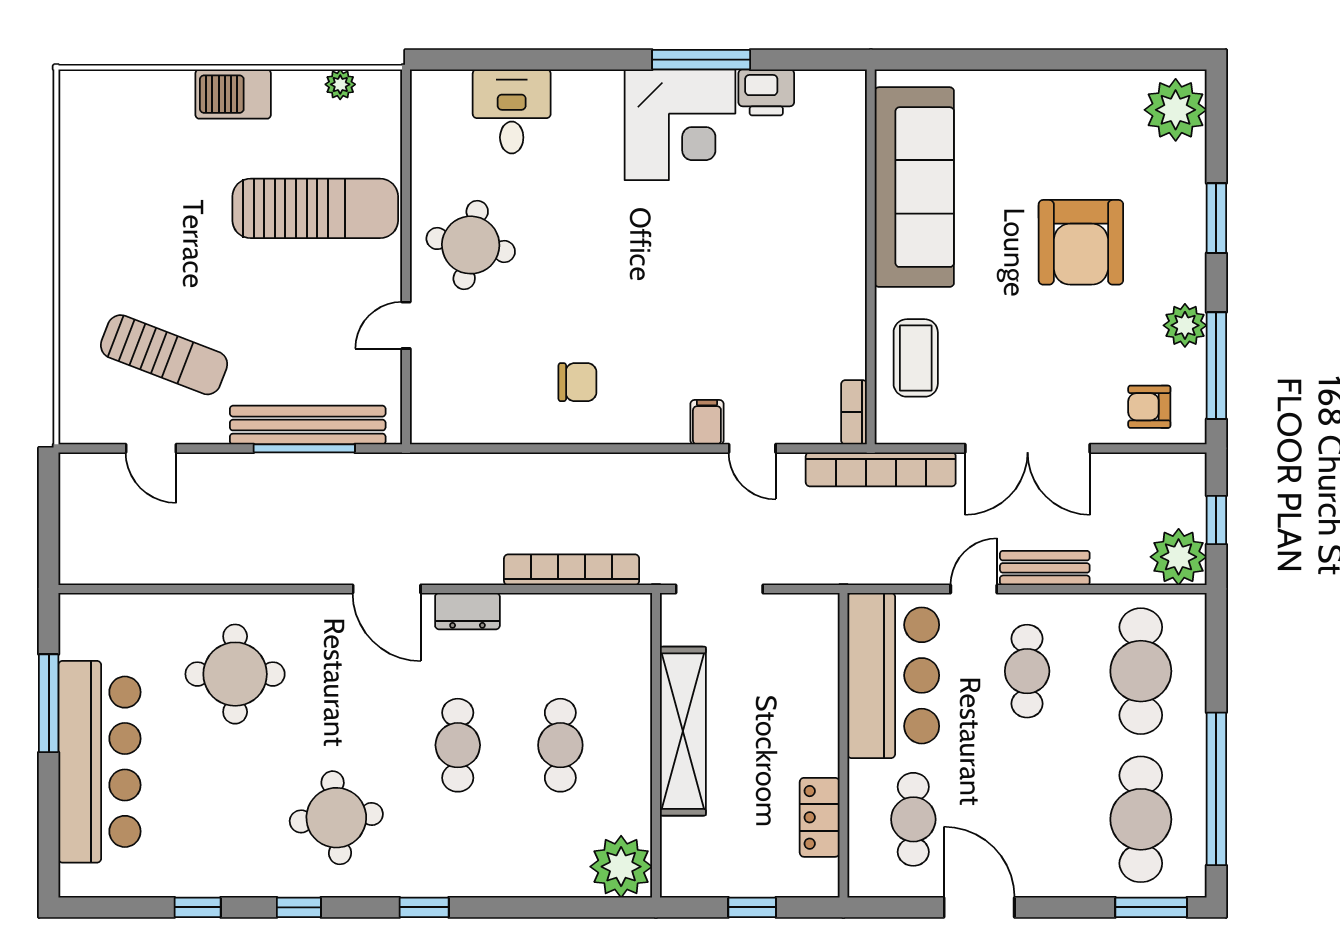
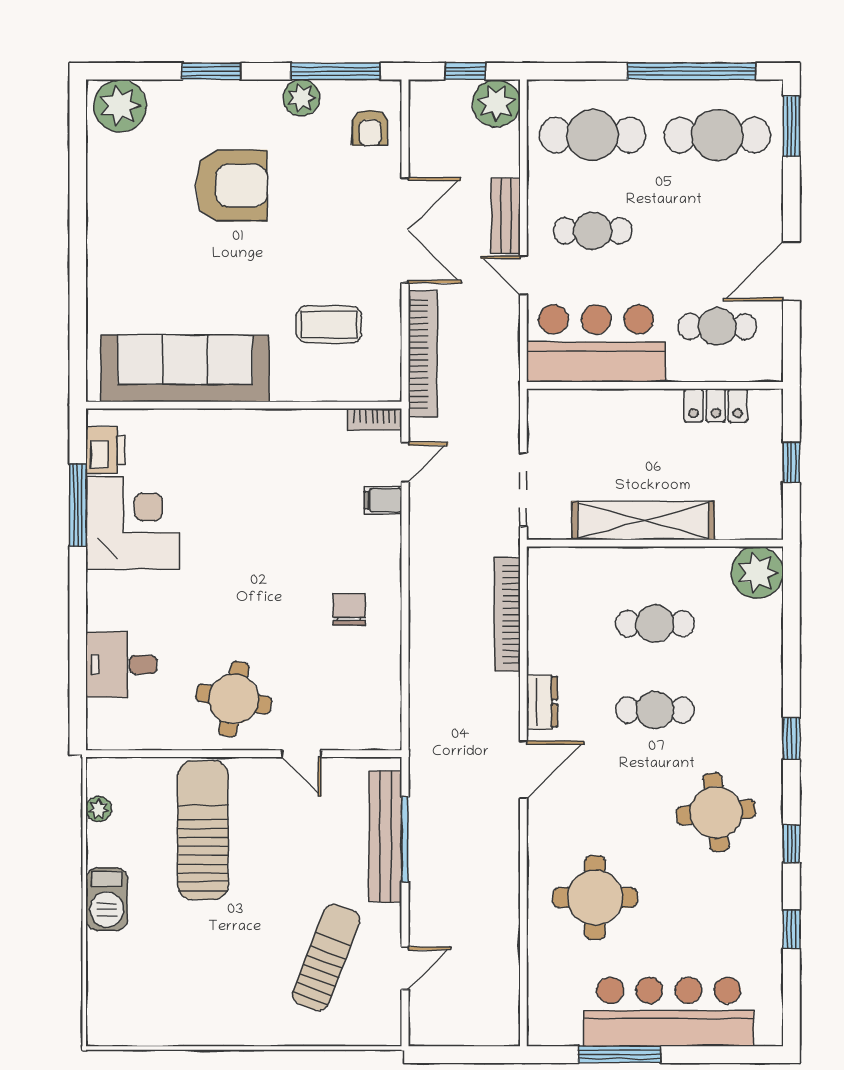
sofa: (914, 187) -> (185, 368), moved
wall: (871, 257) -> (244, 405), moved
bookcase: (854, 412) -> (375, 419), moved

